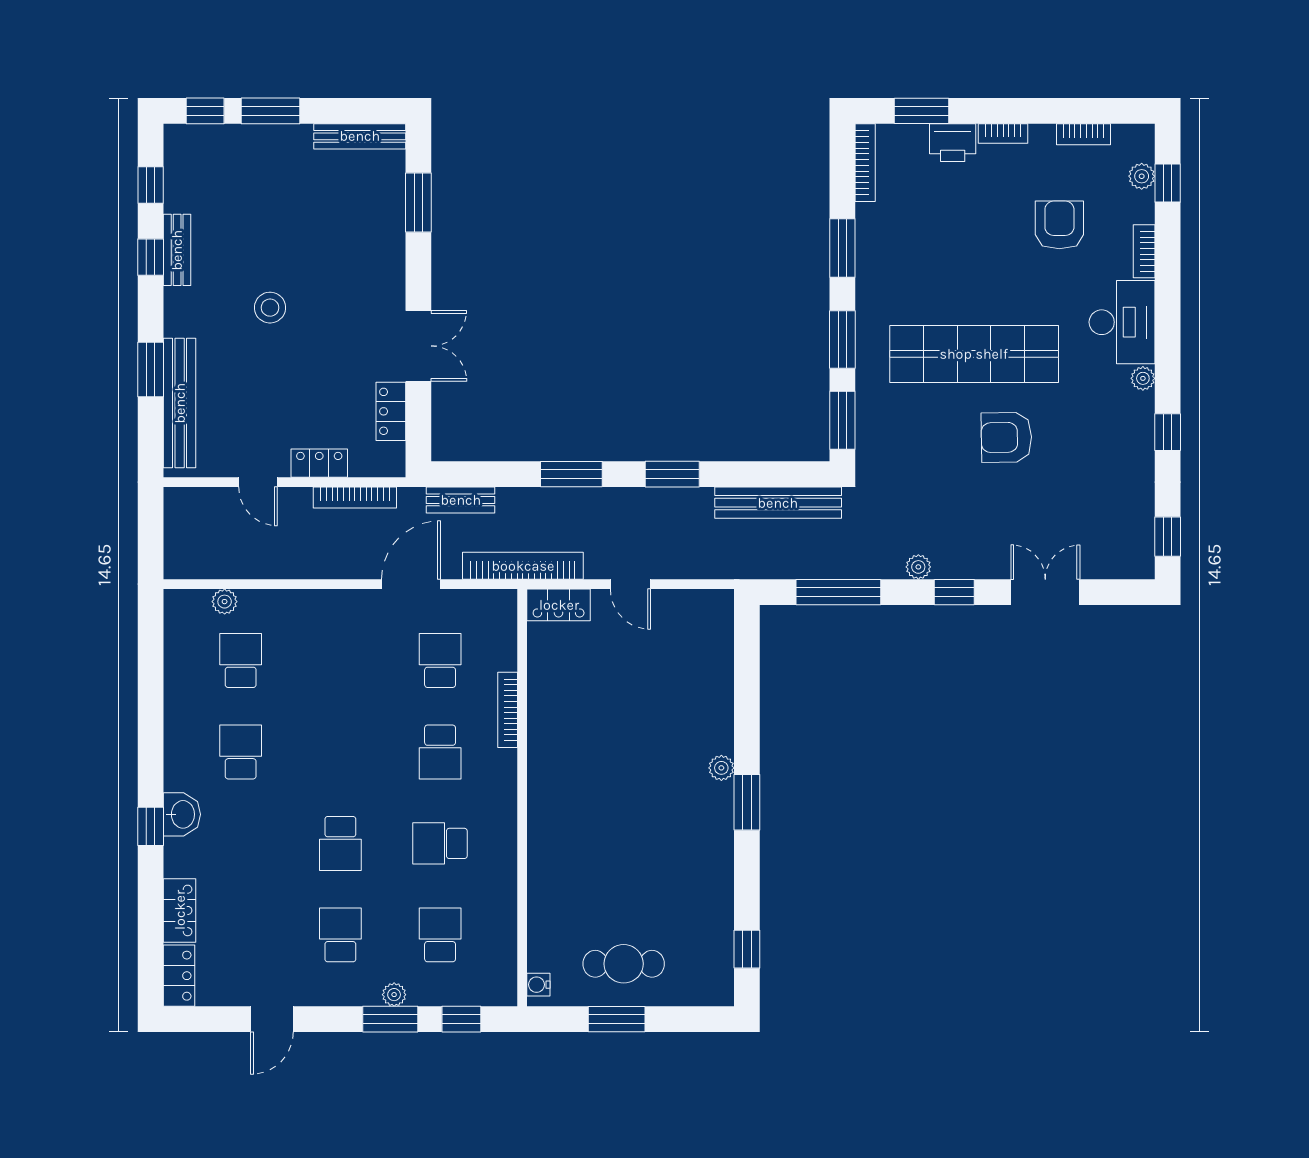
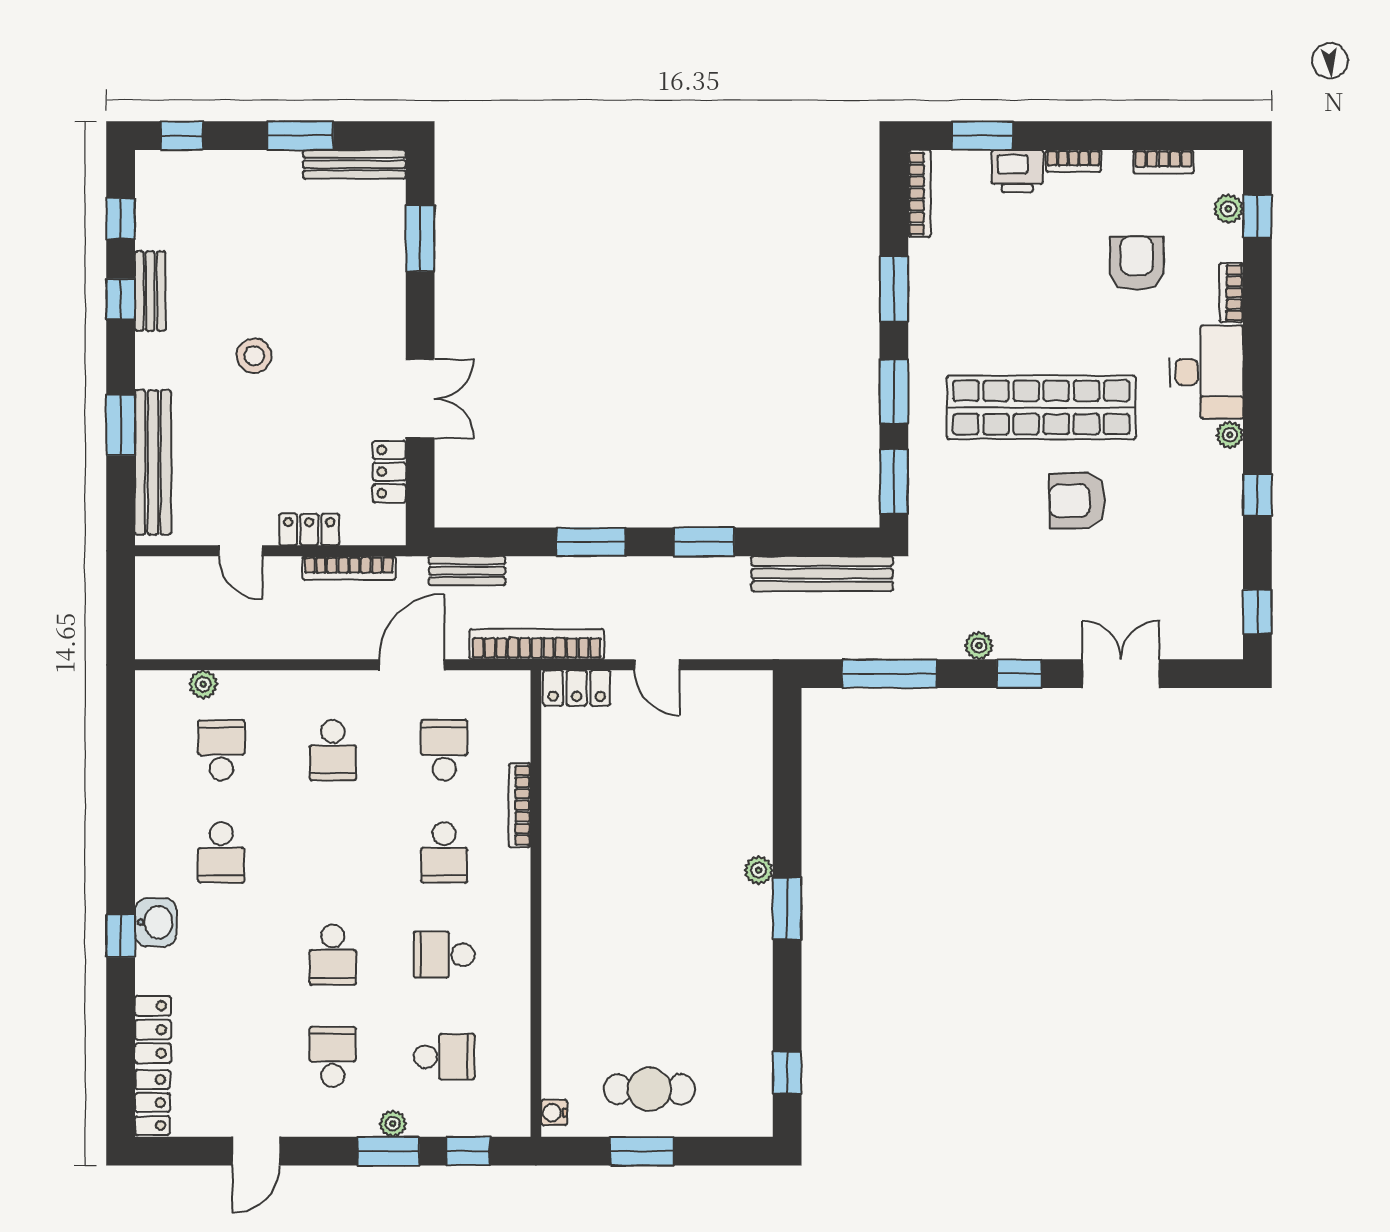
window: (270, 111) -> (300, 136), moved
school desk: (340, 661) -> (333, 750), added
school desk: (241, 752) -> (221, 852), turned 180
school desk: (440, 935) -> (444, 1057), turned 90

